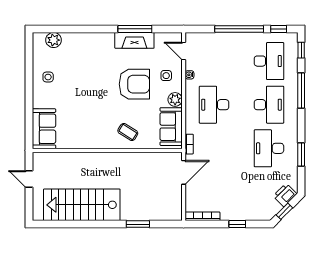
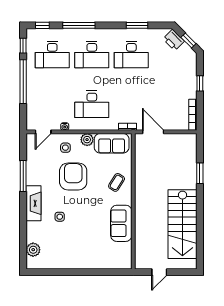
fireplace: (134, 40) -> (33, 203), moved
desk: (269, 61) -> (52, 55), turned 180
side table: (48, 77) -> (60, 217), moved
desk: (269, 105) -> (92, 55), turned 180
sofa: (44, 129) -> (121, 223), moved, turned -90

